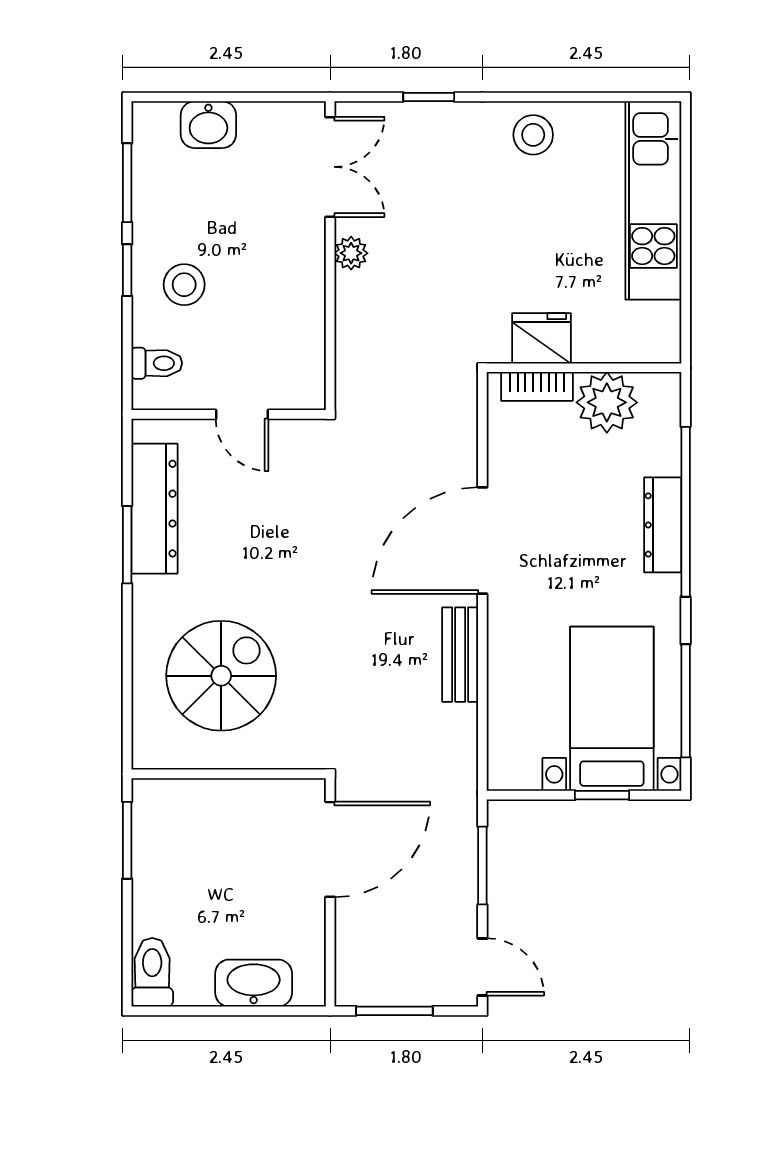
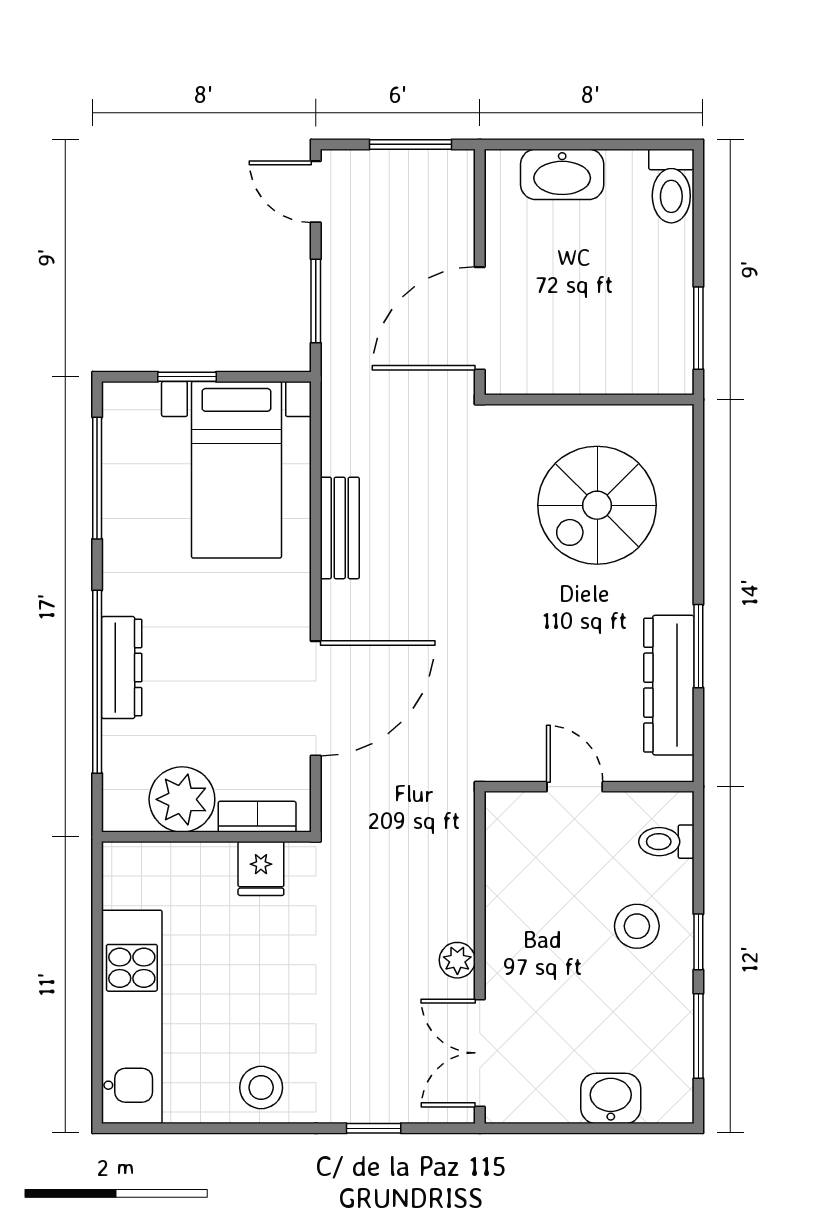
fridge: (541, 338) -> (261, 868), width x0.72
door: (482, 541) -> (316, 698), moved
bed with nightstands: (612, 709) -> (236, 470), moved

